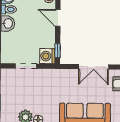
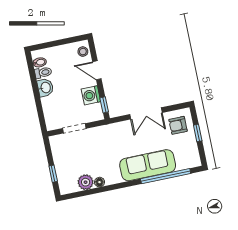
washing machine: (47, 56) -> (91, 95), moved

